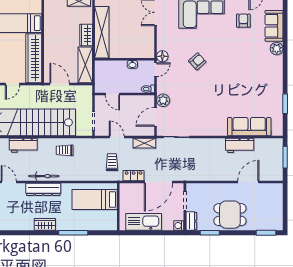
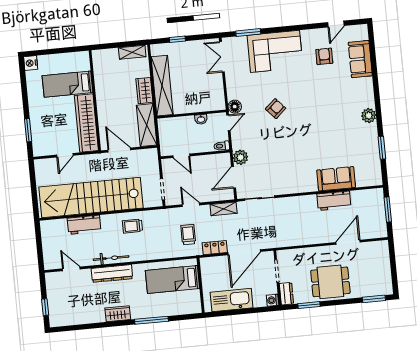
plant: (277, 49) -> (369, 116), moved
sofa: (249, 127) -> (336, 179), width x0.73

